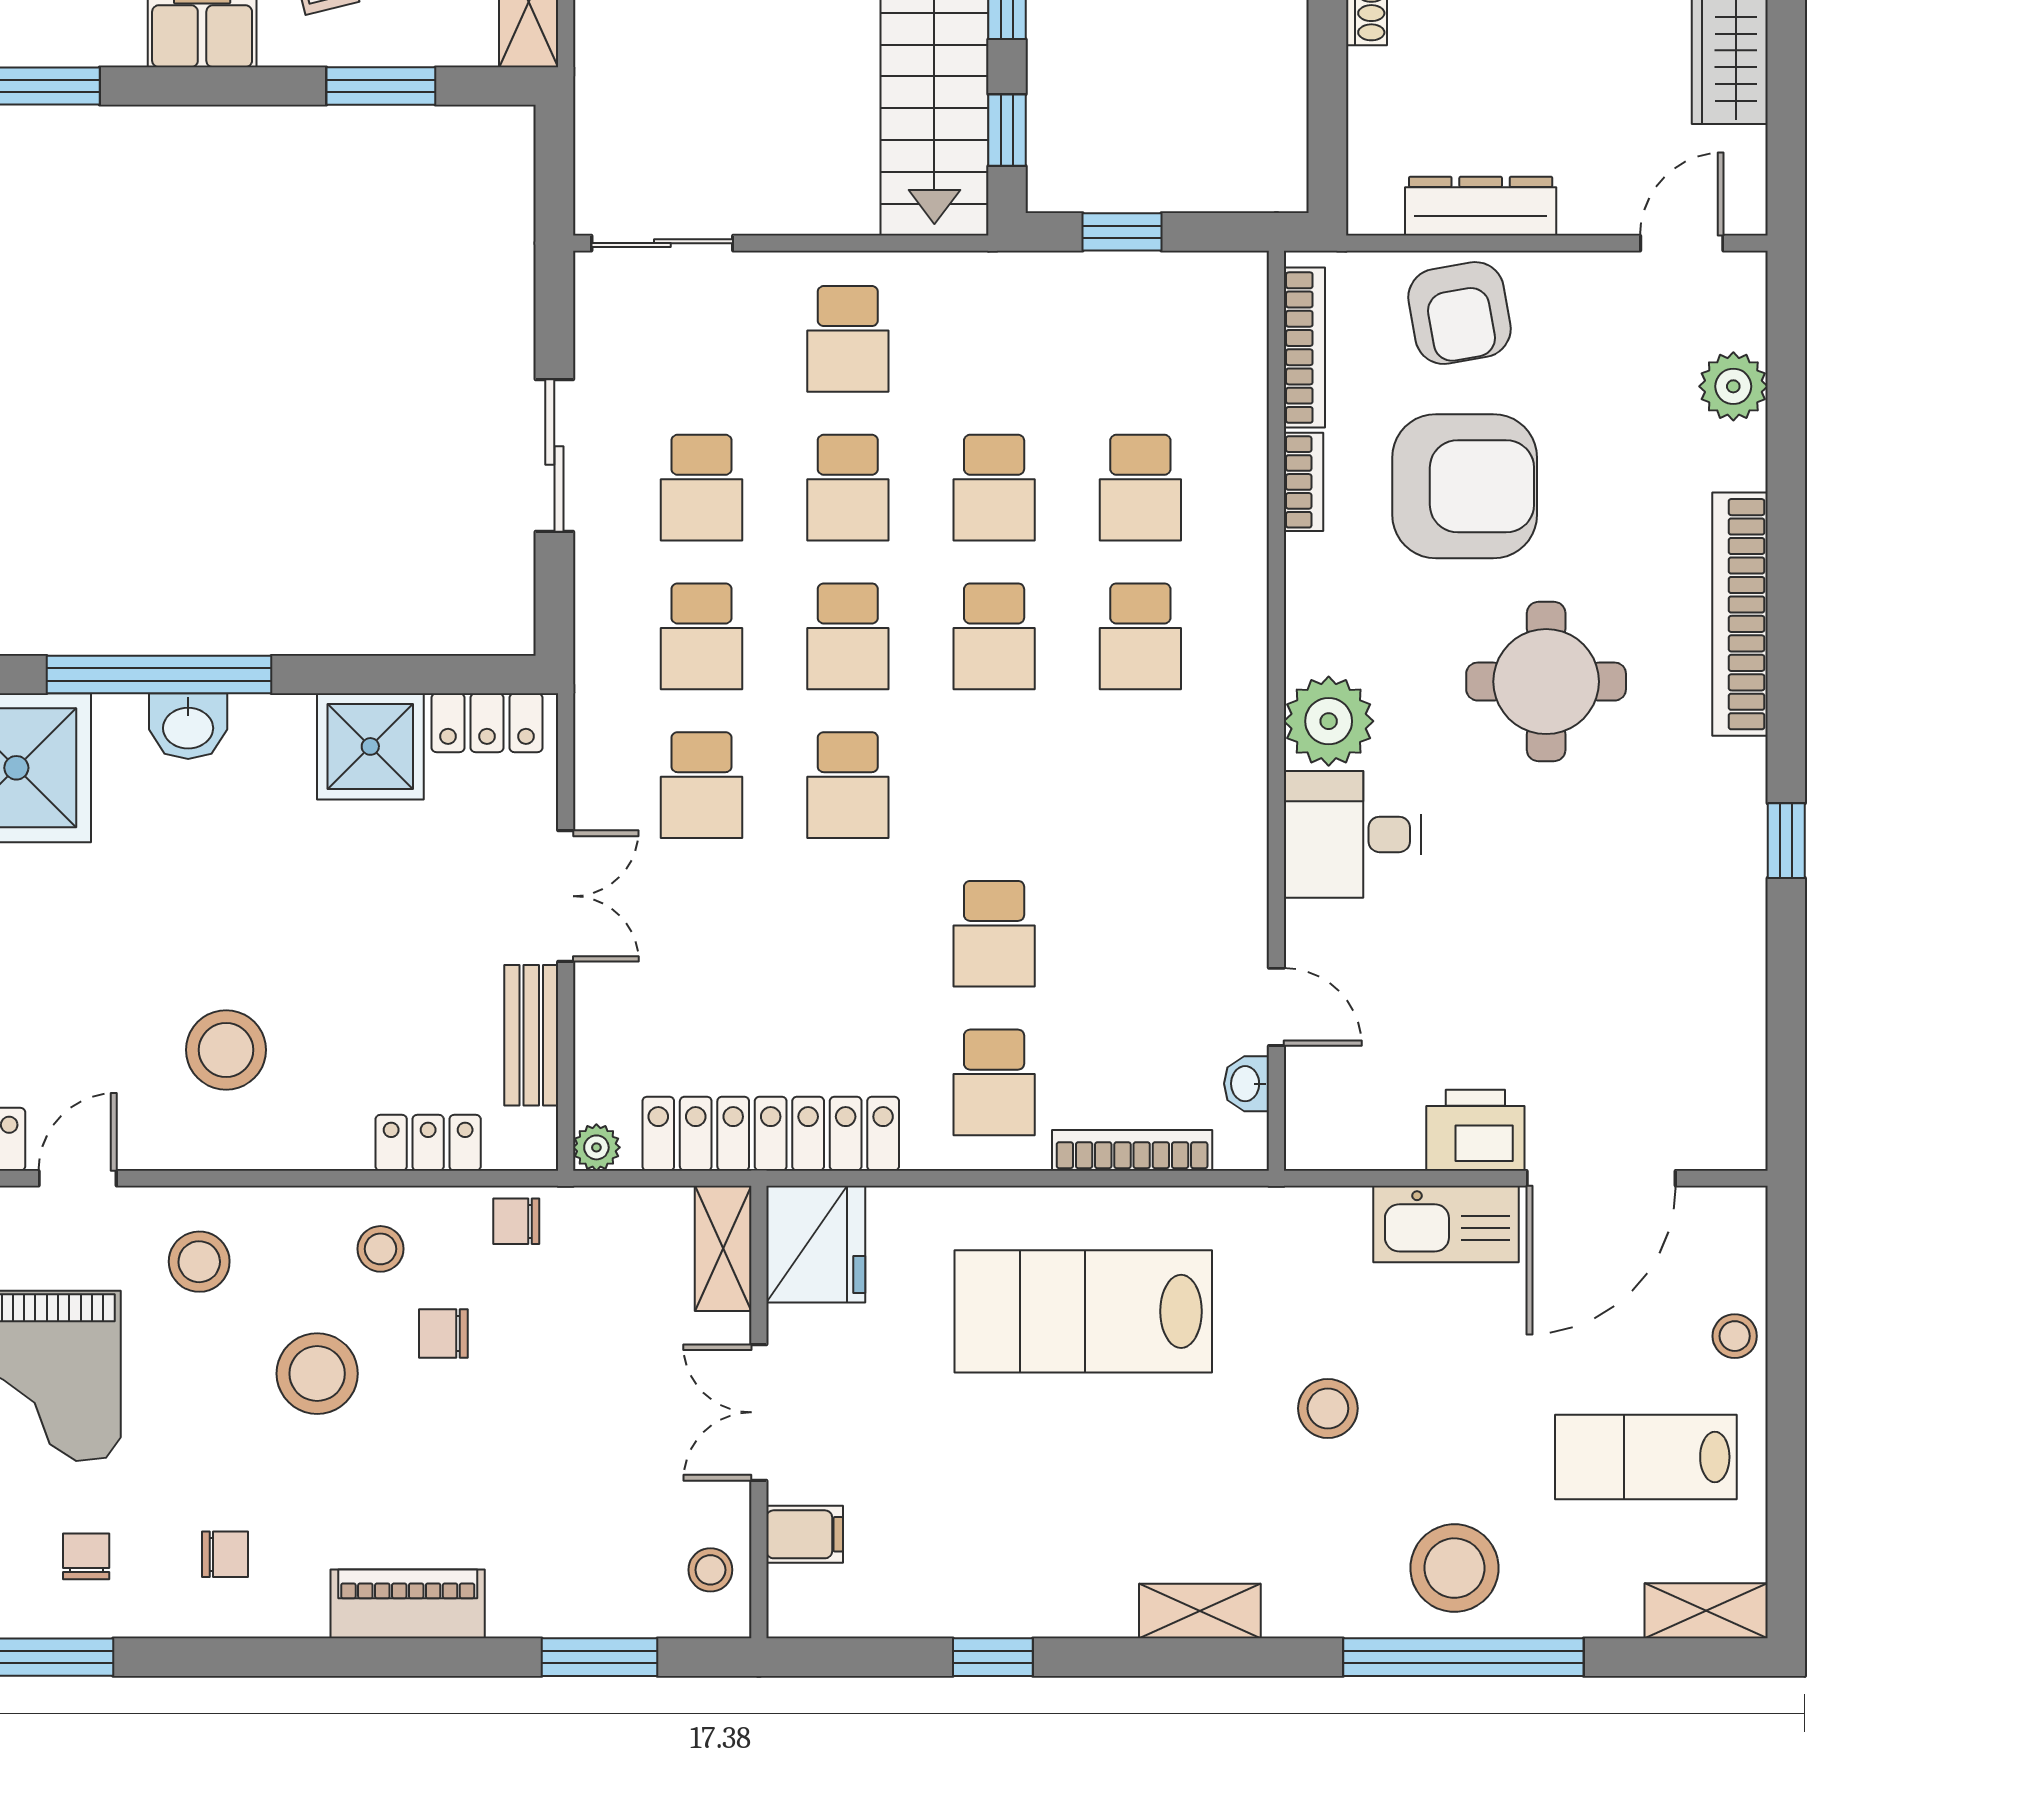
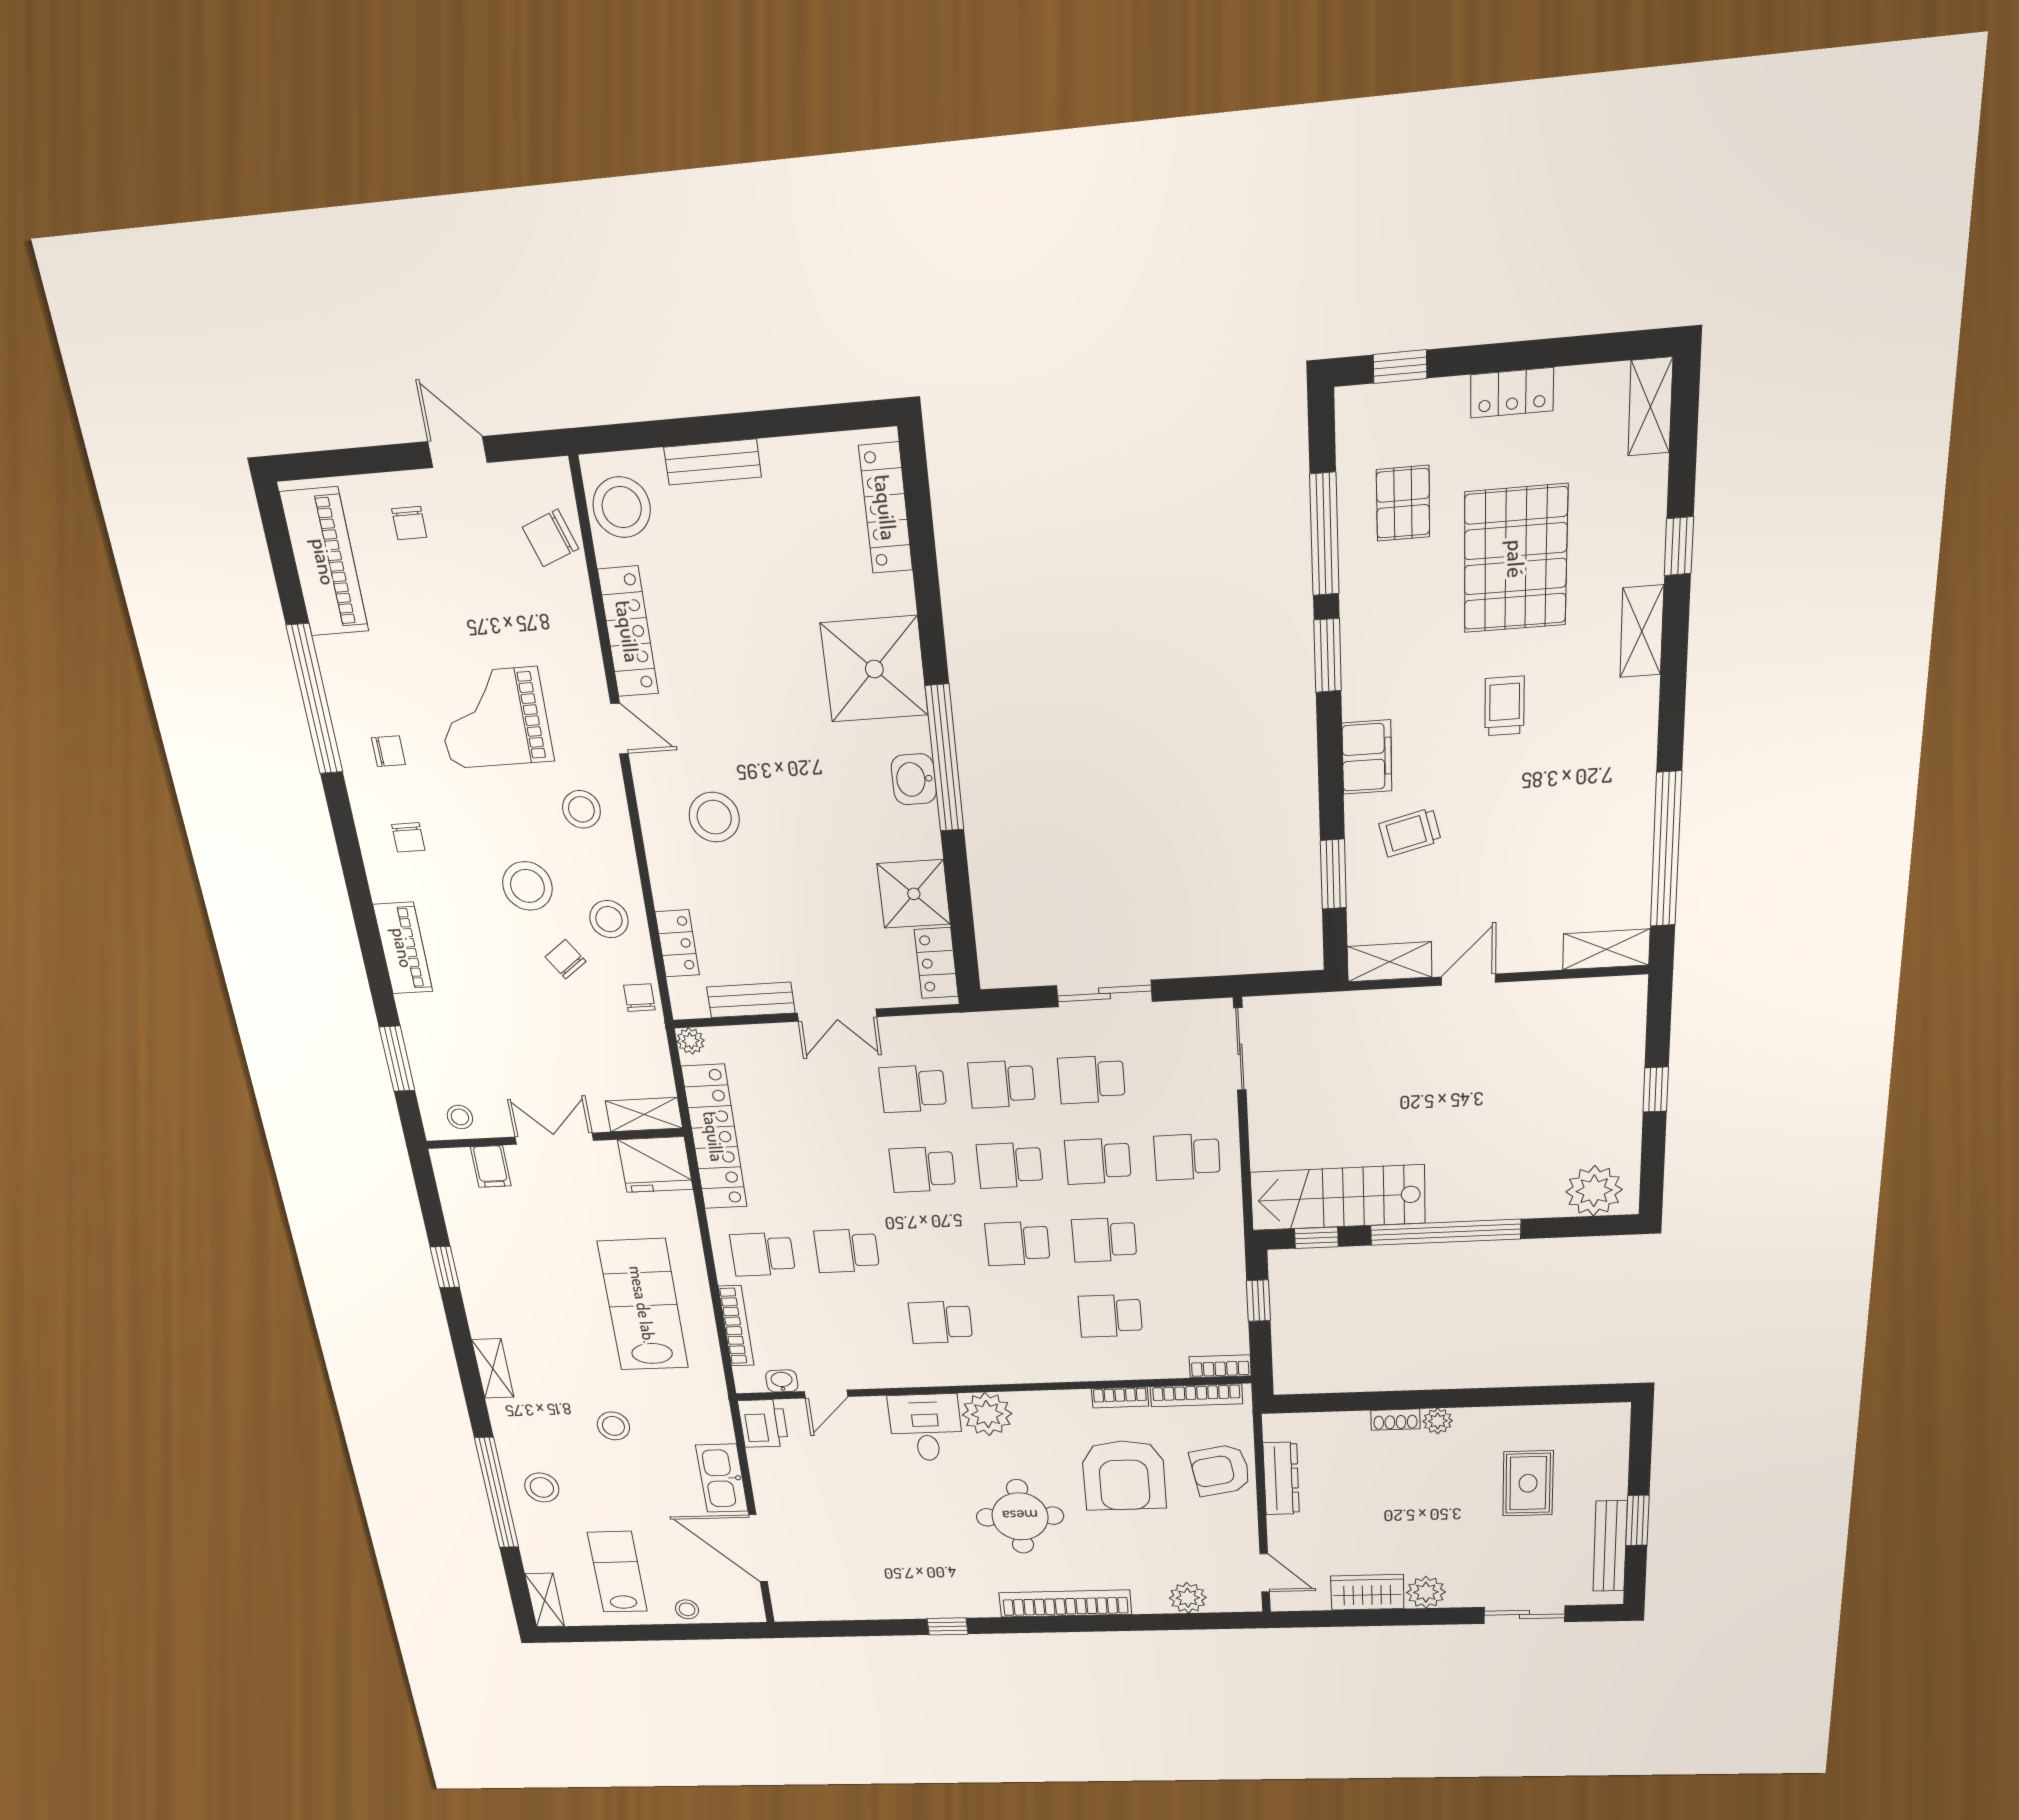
bookcase: (1248, 303) -> (1220, 1366), added
school desk: (1140, 636) -> (941, 1322), moved
printer: (1475, 1130) -> (763, 1423), moved
stool: (380, 1249) -> (609, 919), width x1.37, depth x1.37
chair: (443, 1333) -> (566, 959), turned -35
stool: (1454, 1568) -> (542, 1487), width x0.73, depth x0.73

